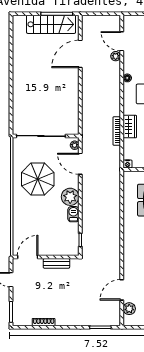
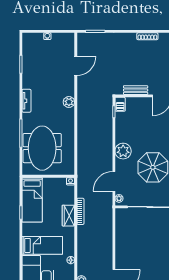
door: (80, 164) -> (114, 181), swing flipped
barbecue: (73, 214) -> (120, 104), moved
plant: (129, 309) -> (69, 102), moved

